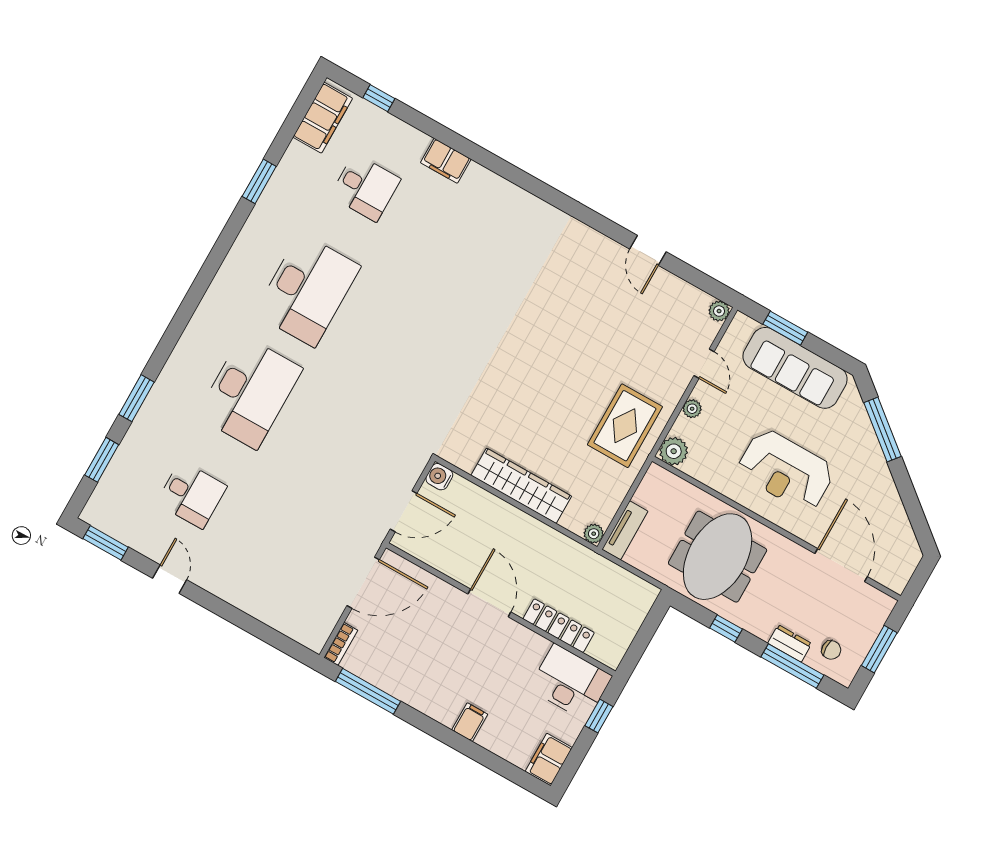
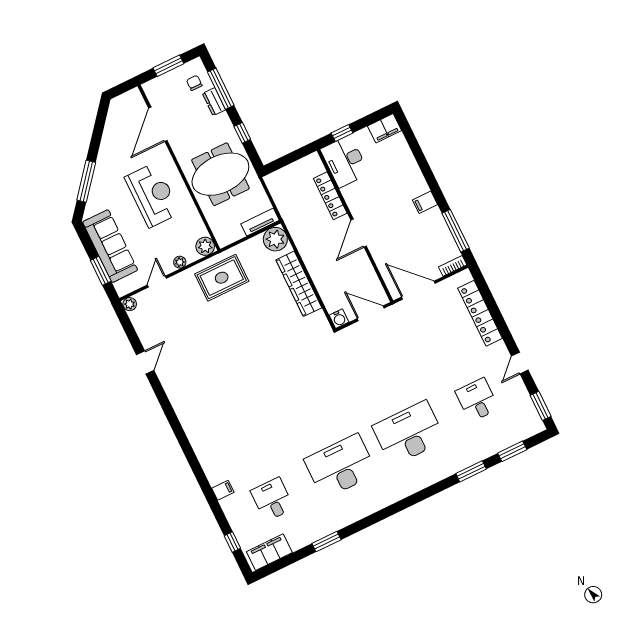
filing cabinet: (446, 161) -> (223, 490), width x0.50
plant: (594, 534) -> (275, 239), width x1.88, depth x1.88
locker: (264, 608) -> (480, 313), added
filing cabinet: (470, 722) -> (425, 202), moved

